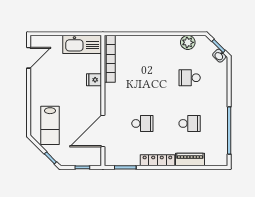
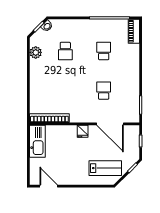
fridge: (94, 80) -> (83, 131), moved
piano: (190, 159) -> (134, 31), moved
locker: (157, 160) -> (135, 78), removed

